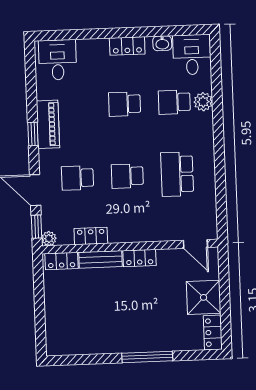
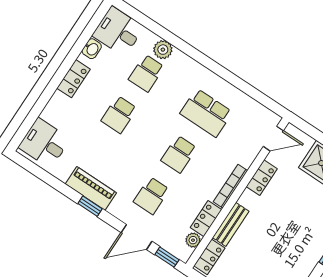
bookcase: (131, 237) -> (230, 186), added
plant: (49, 239) -> (193, 240), moved
locker: (140, 258) -> (262, 178), moved

